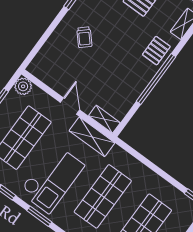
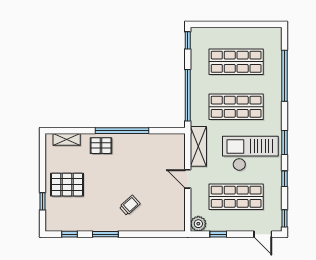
door: (70, 106) -> (188, 179), hinge flipped
shelving: (104, 119) -> (179, 147), removed
window: (145, 161) -> (188, 95), added

